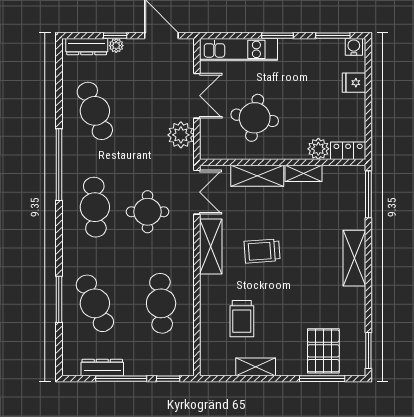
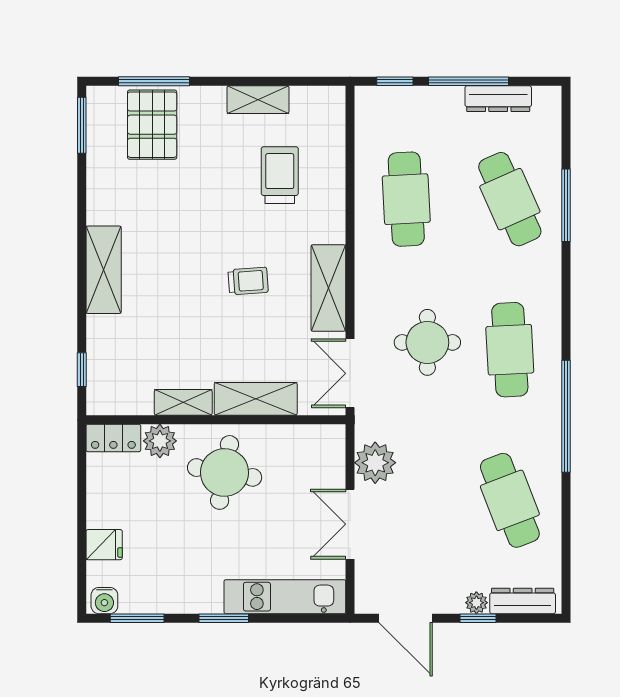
round table: (255, 118) -> (225, 472), moved
window: (368, 194) -> (82, 370), width x0.46
trolley: (262, 251) -> (248, 281), width x0.73, depth x0.72

